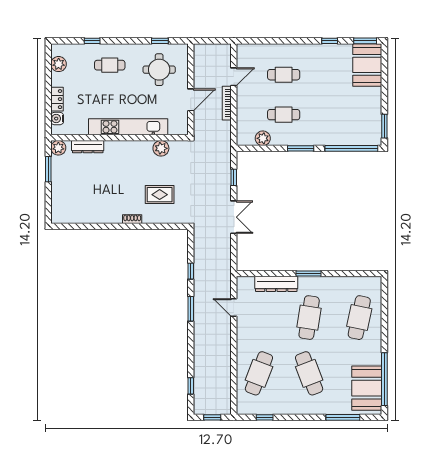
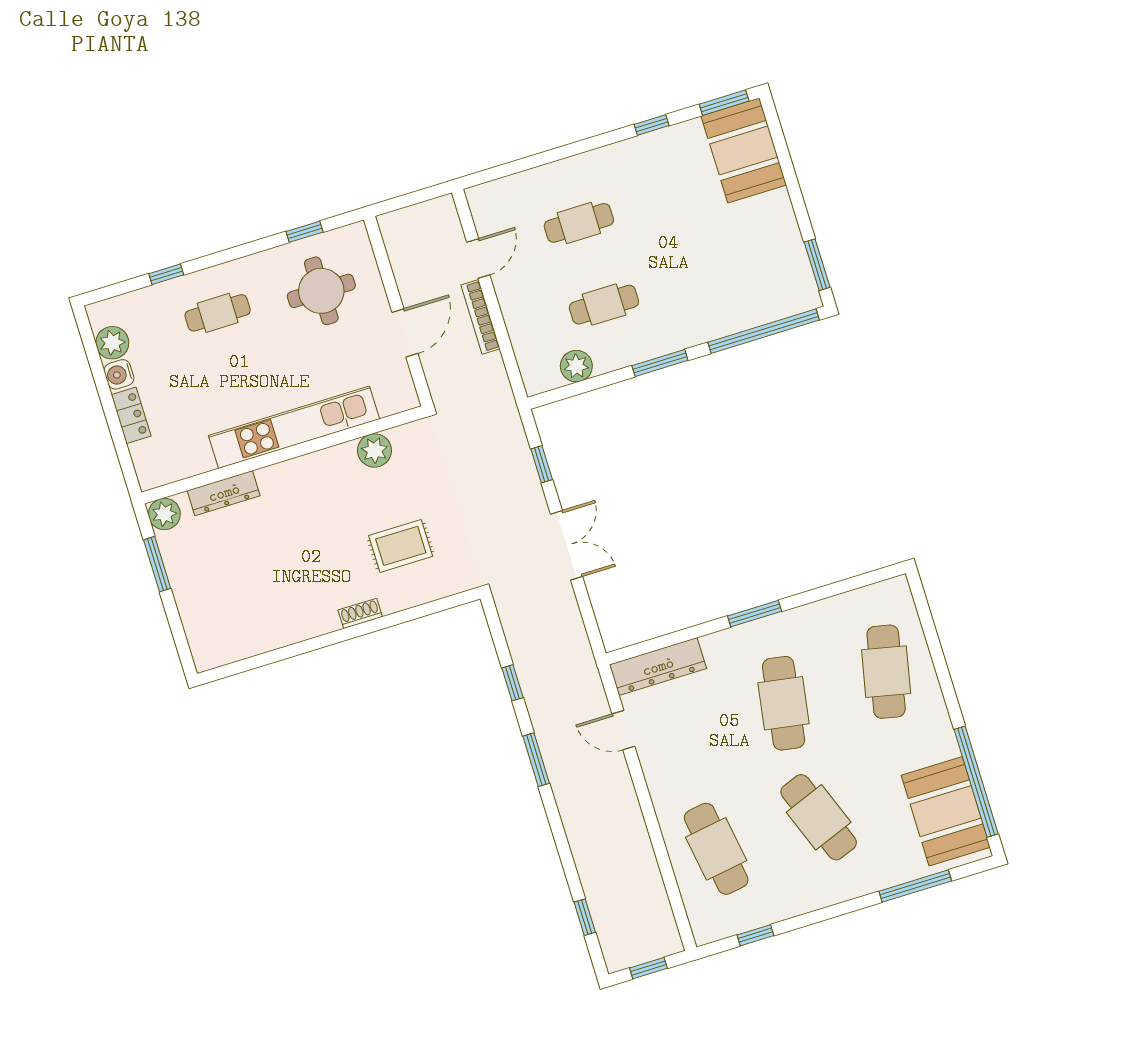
water cooler: (57, 119) -> (119, 374), moved
dresser: (276, 284) -> (658, 667), moved
cafe table: (259, 373) -> (716, 849), turned -30

